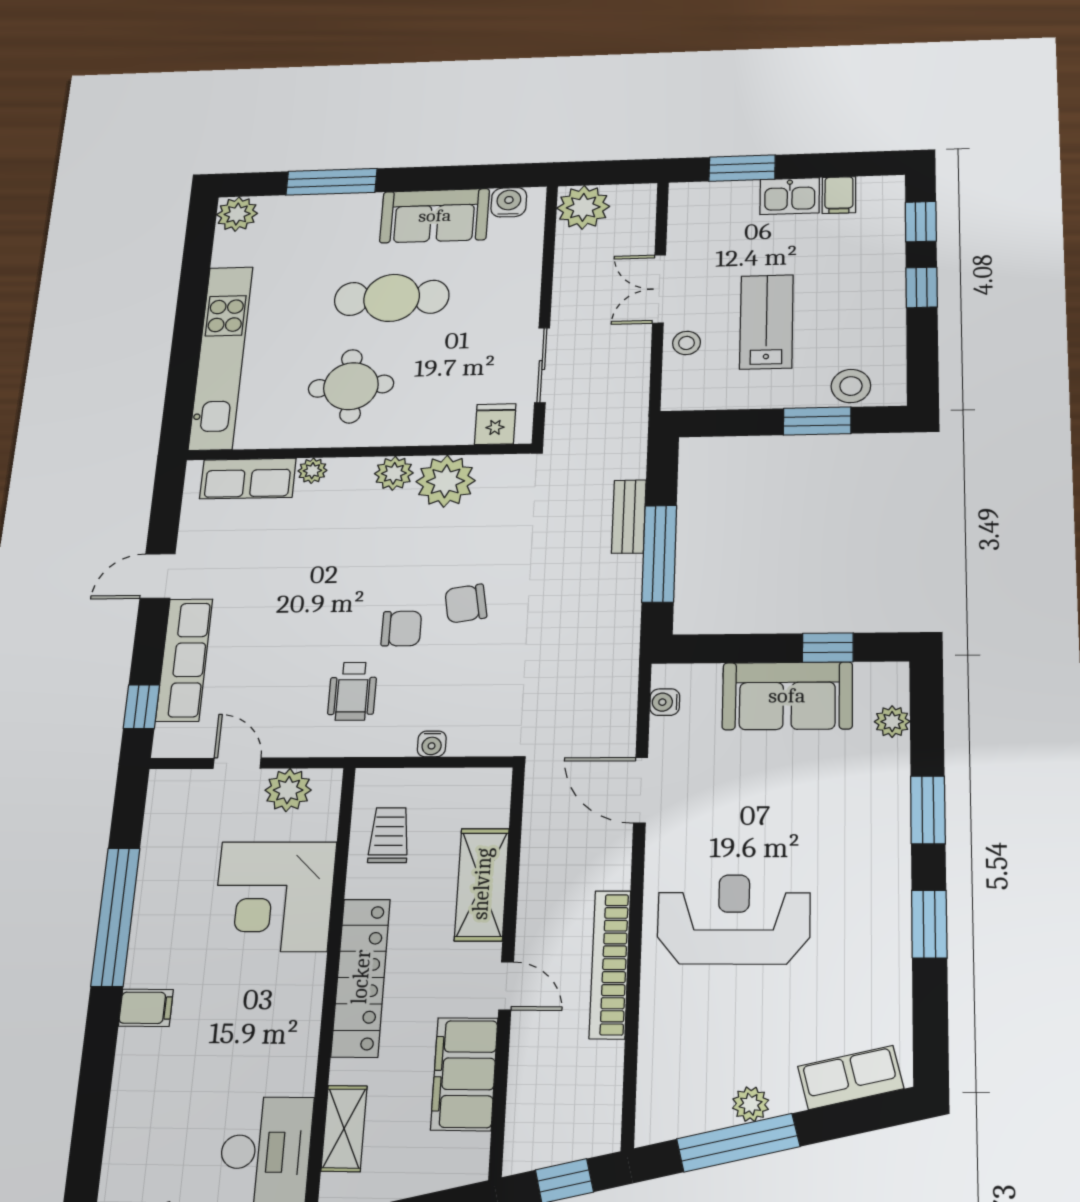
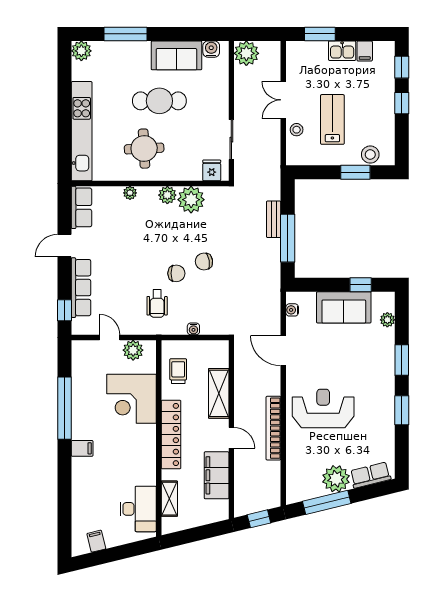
row of seats: (248, 479) -> (82, 207), moved, turned -90
plant: (751, 1104) -> (336, 479), width x1.87, depth x1.87

